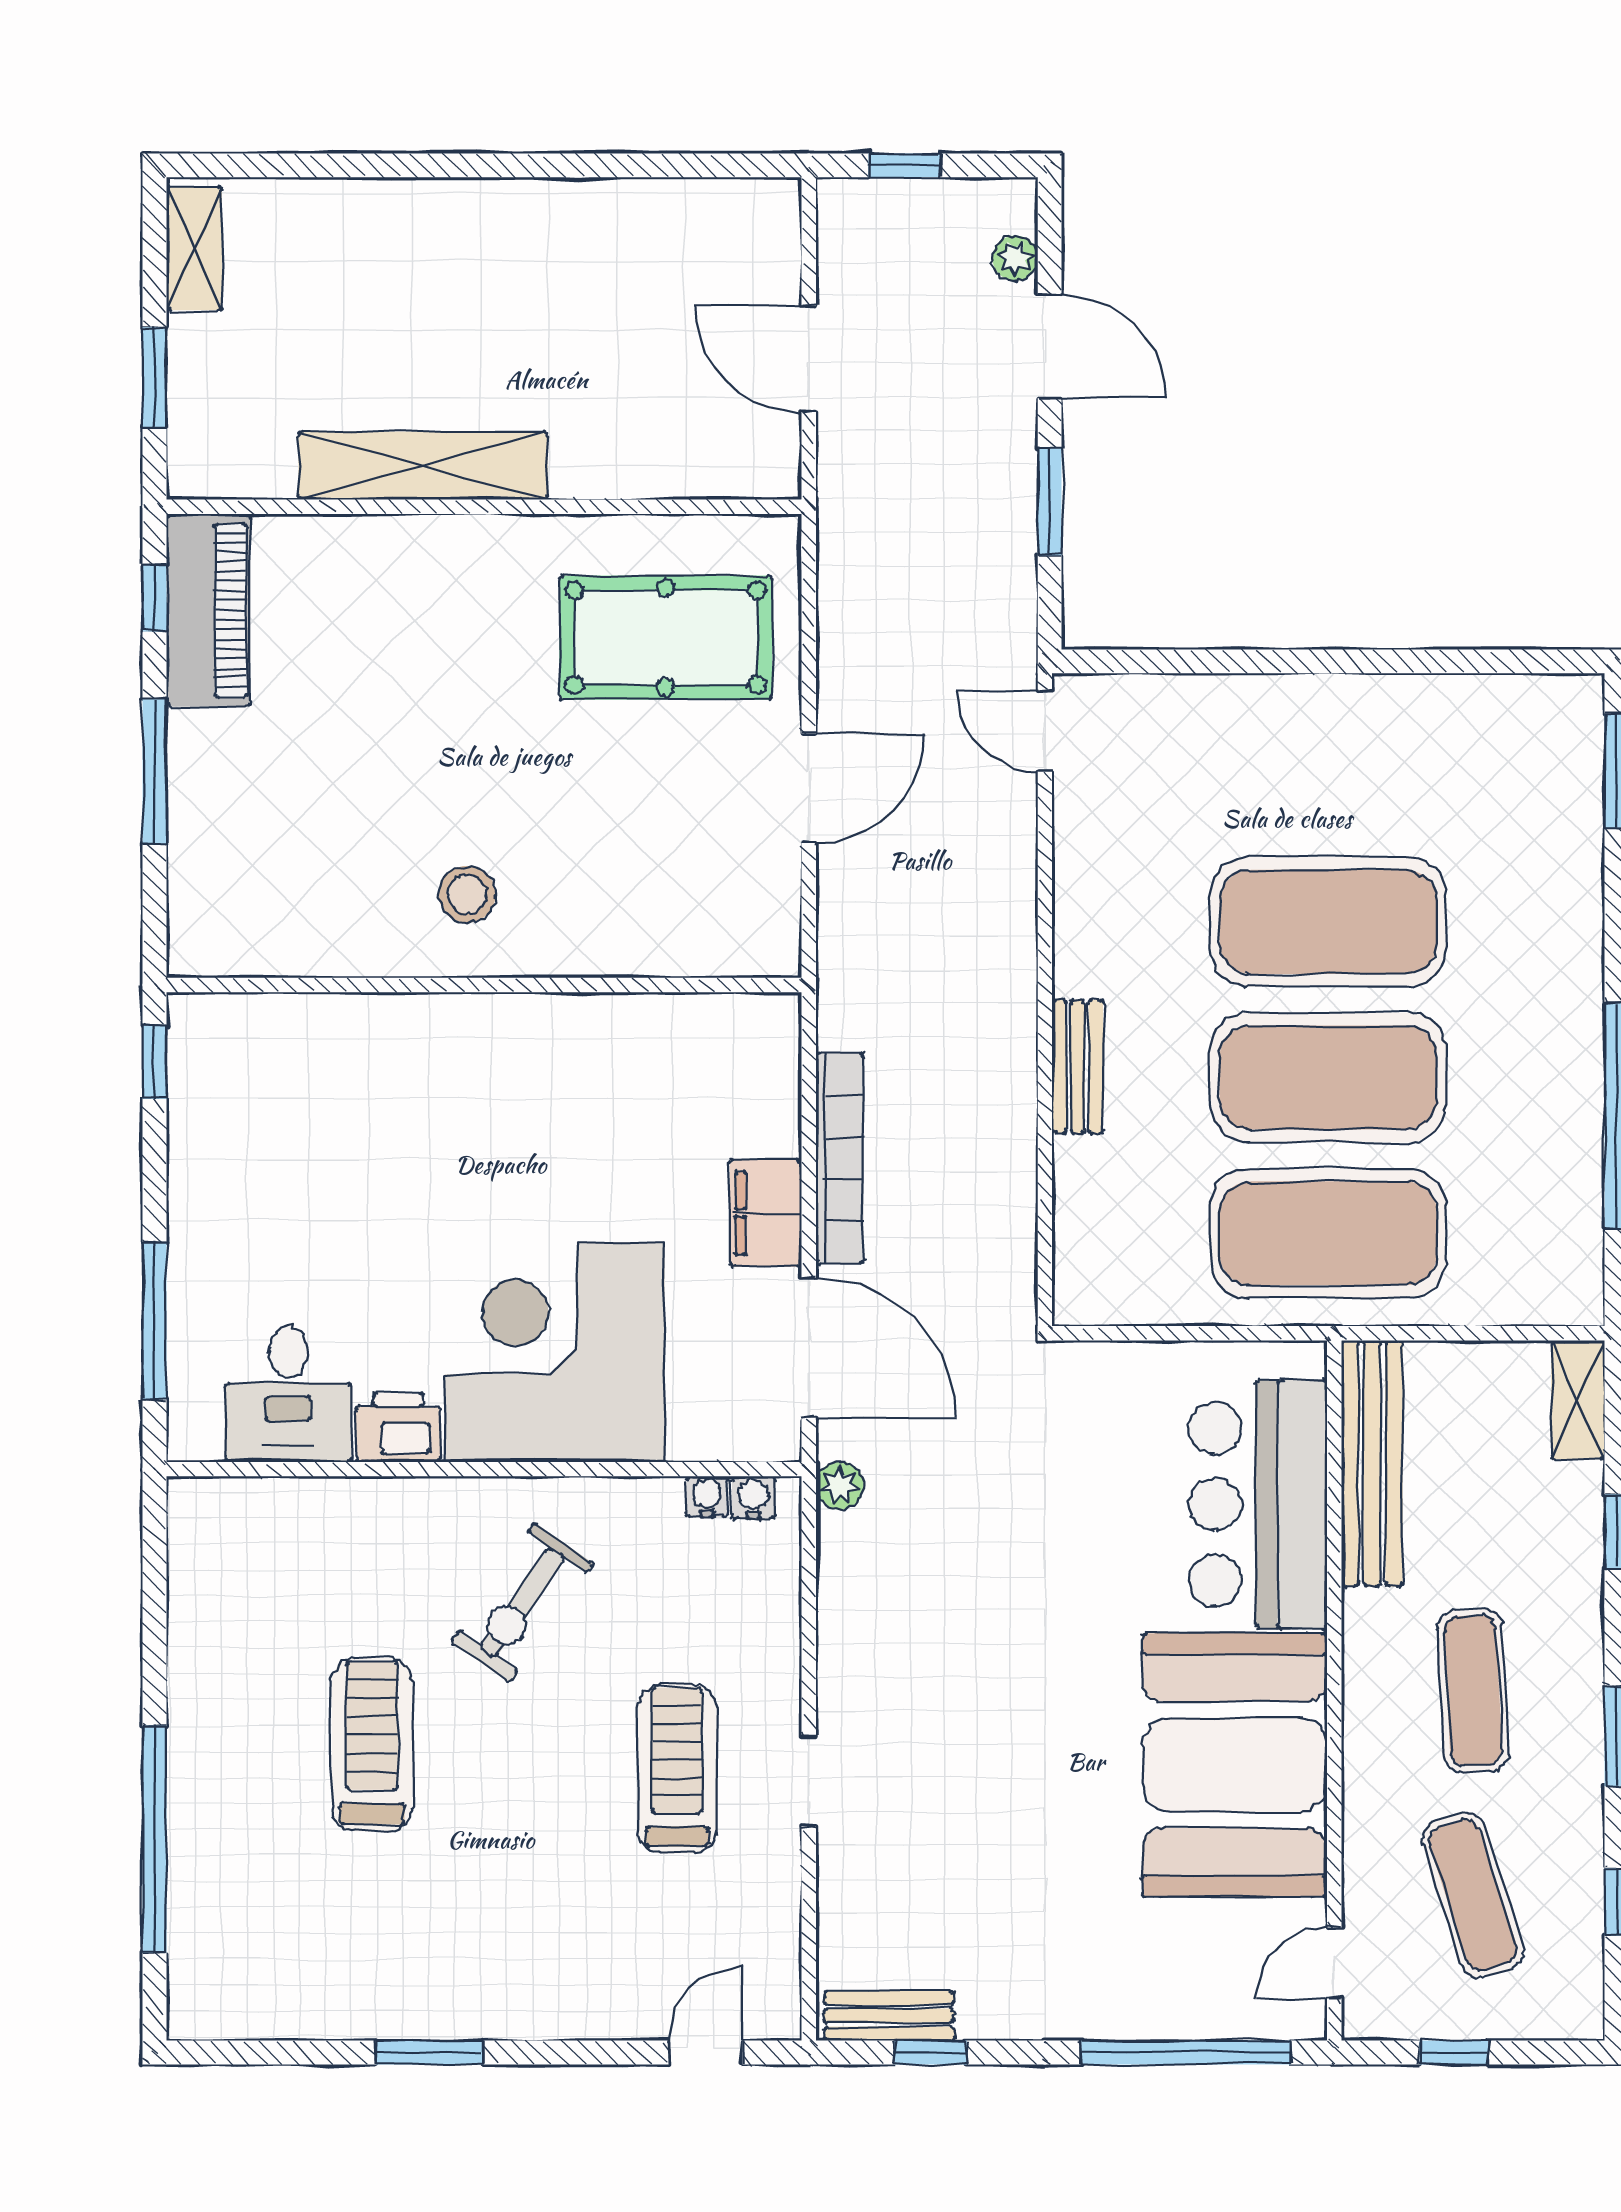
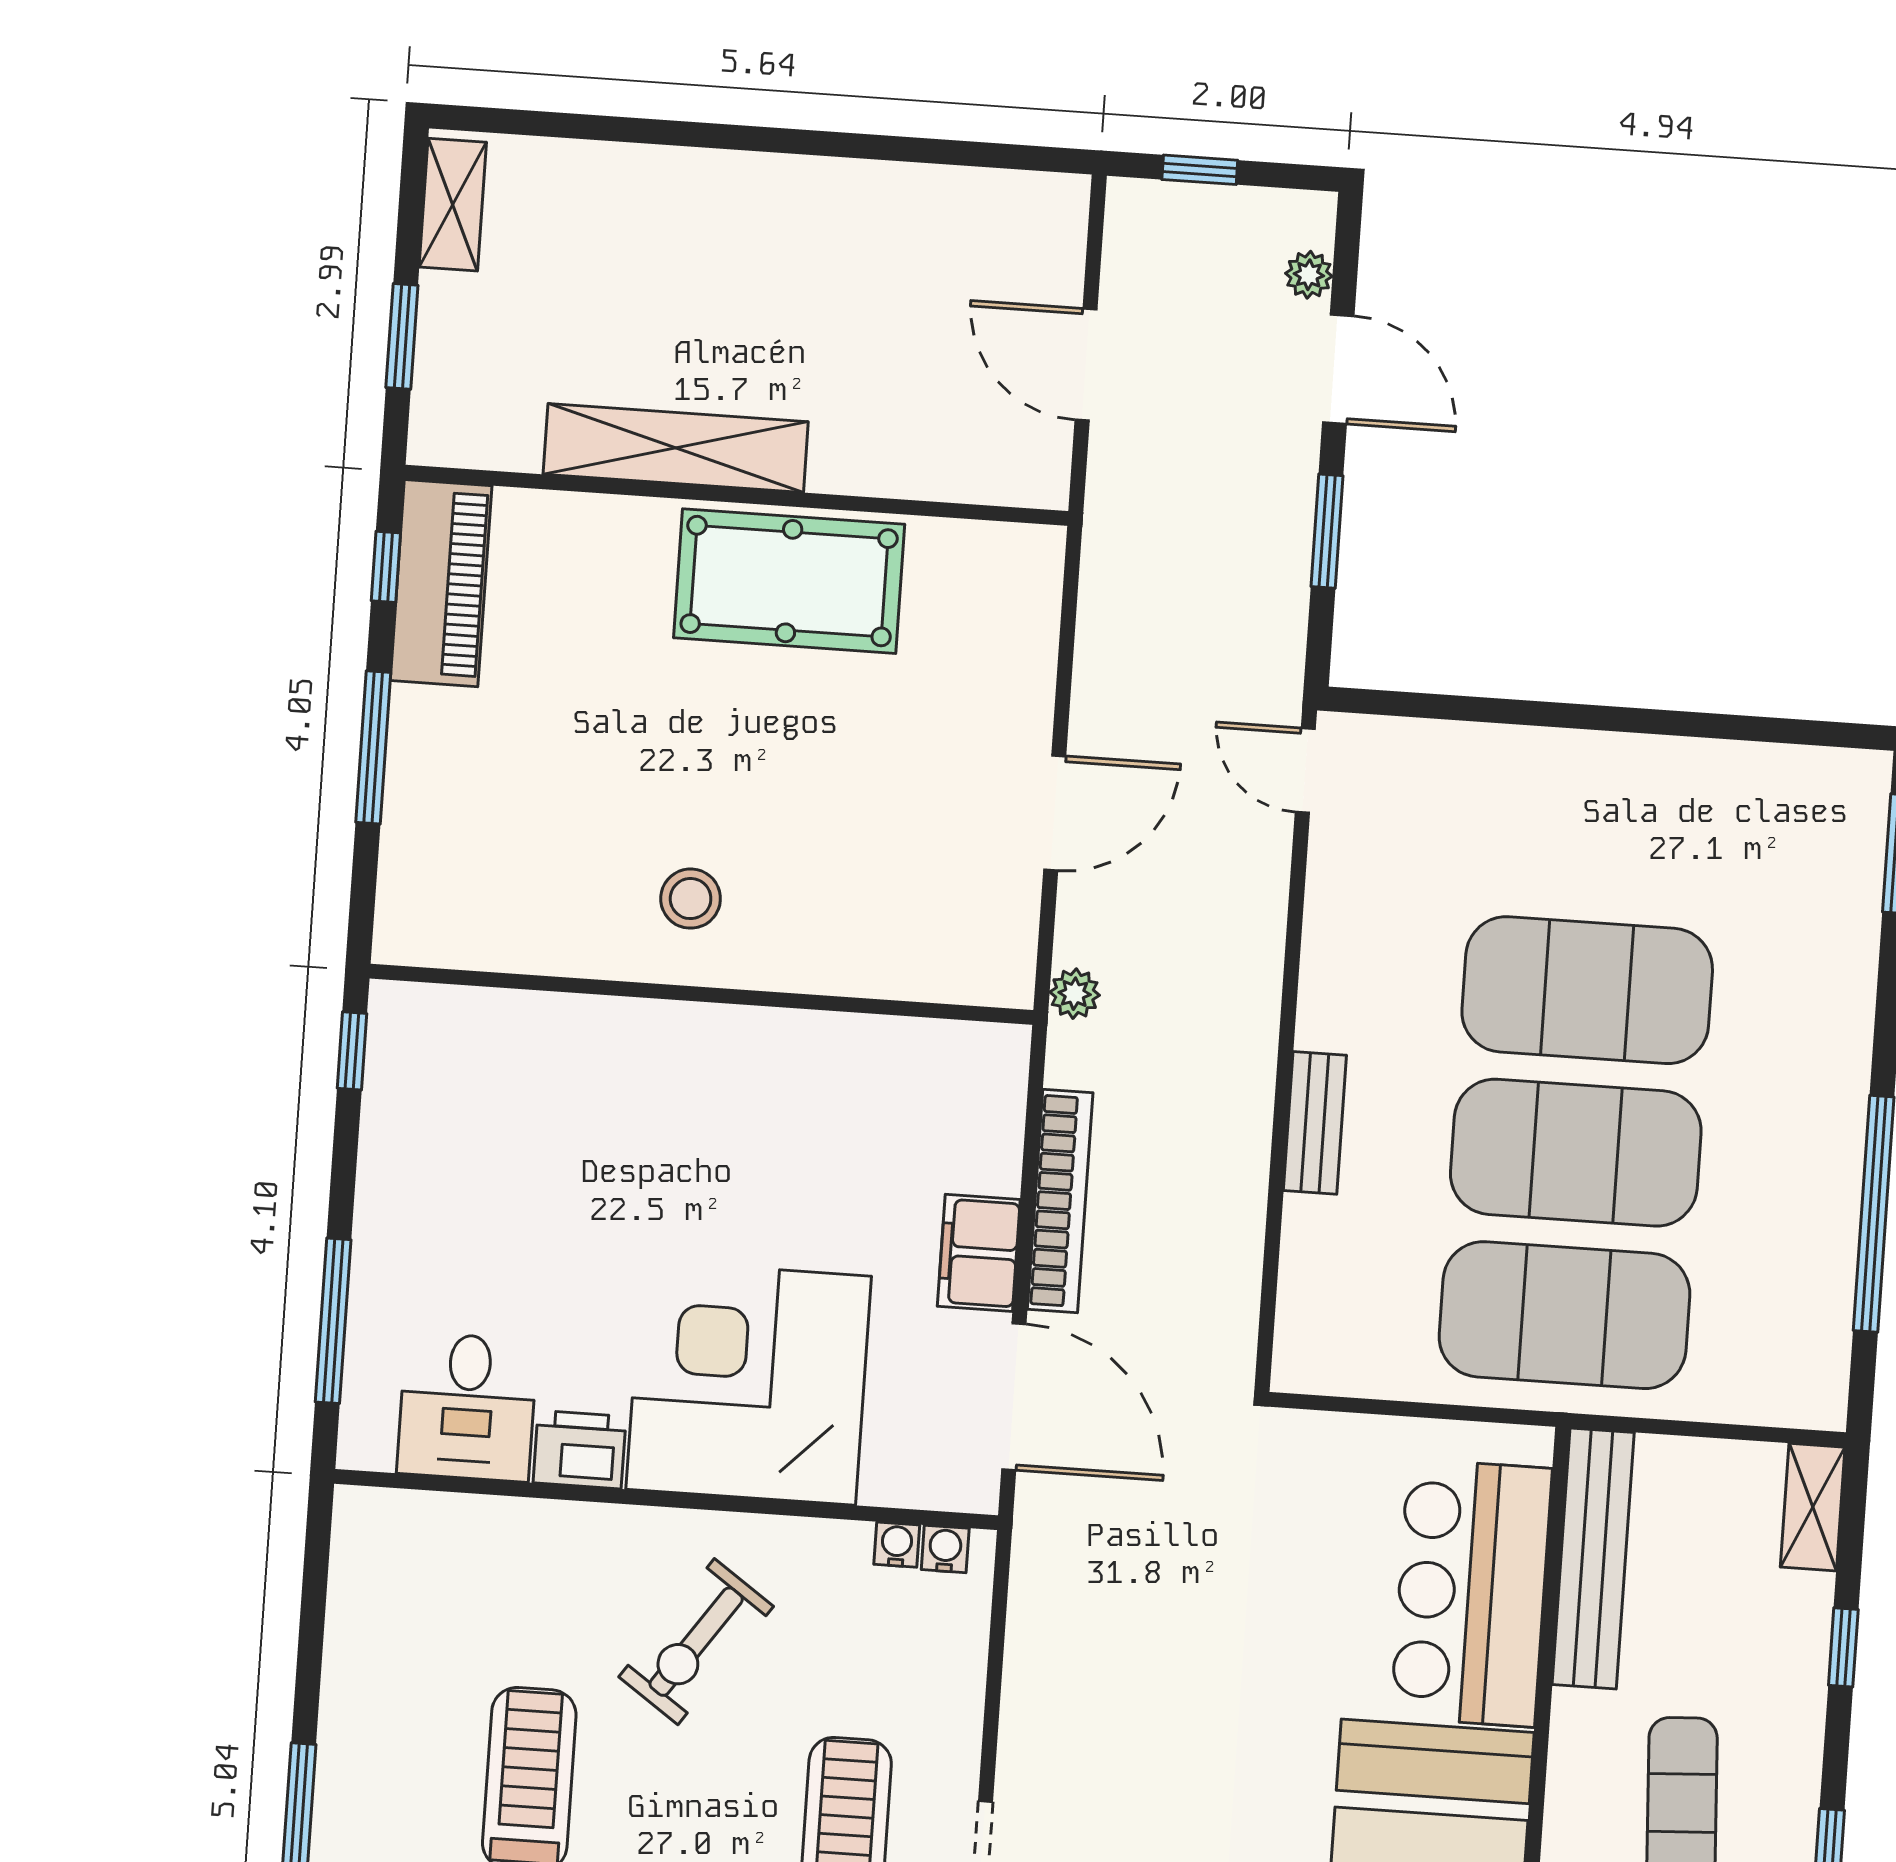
pool table: (666, 638) -> (789, 581), moved
plant: (840, 1485) -> (1075, 994), moved

